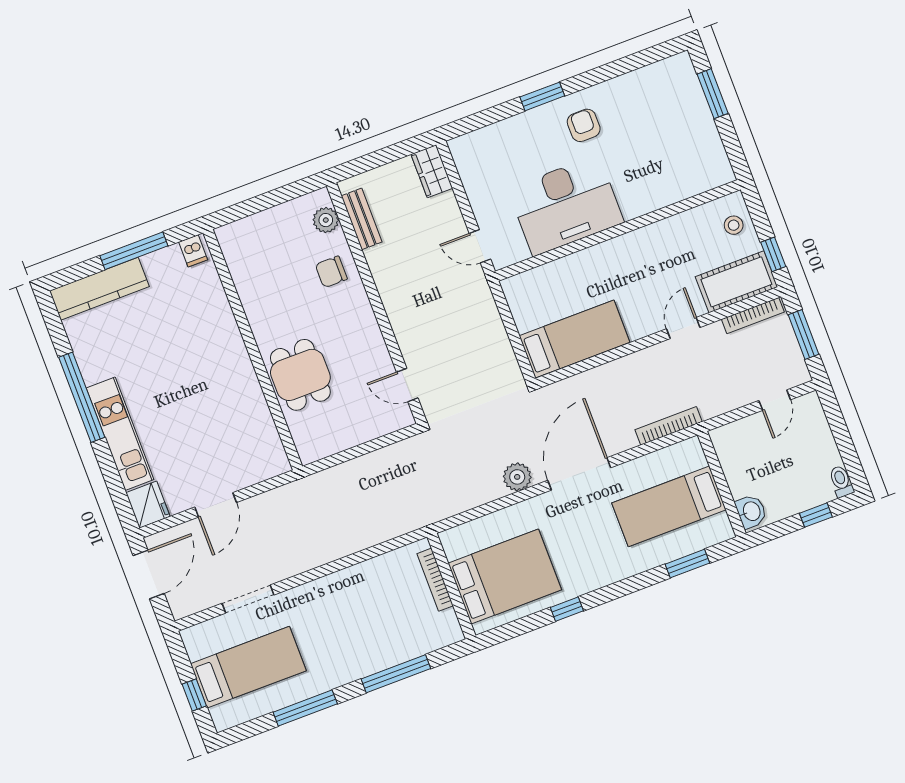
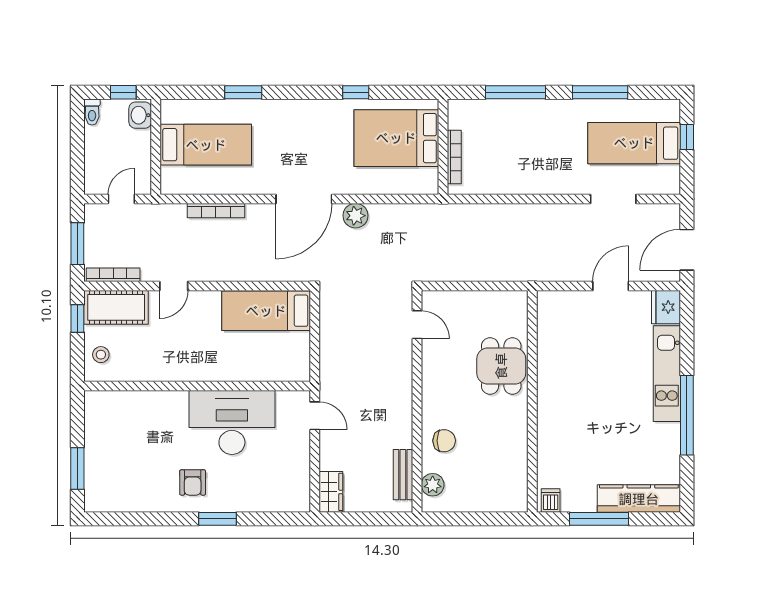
wall: (722, 484) -> (156, 147), moved
bed: (669, 506) -> (206, 145), moved
washbasin: (751, 511) -> (140, 115), moved

